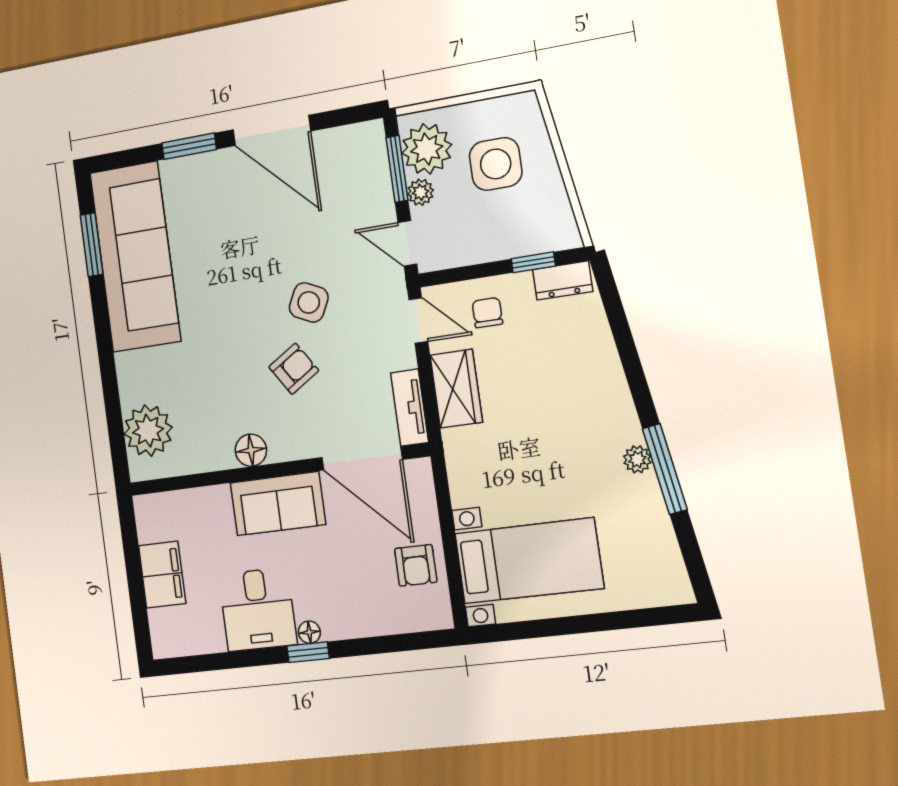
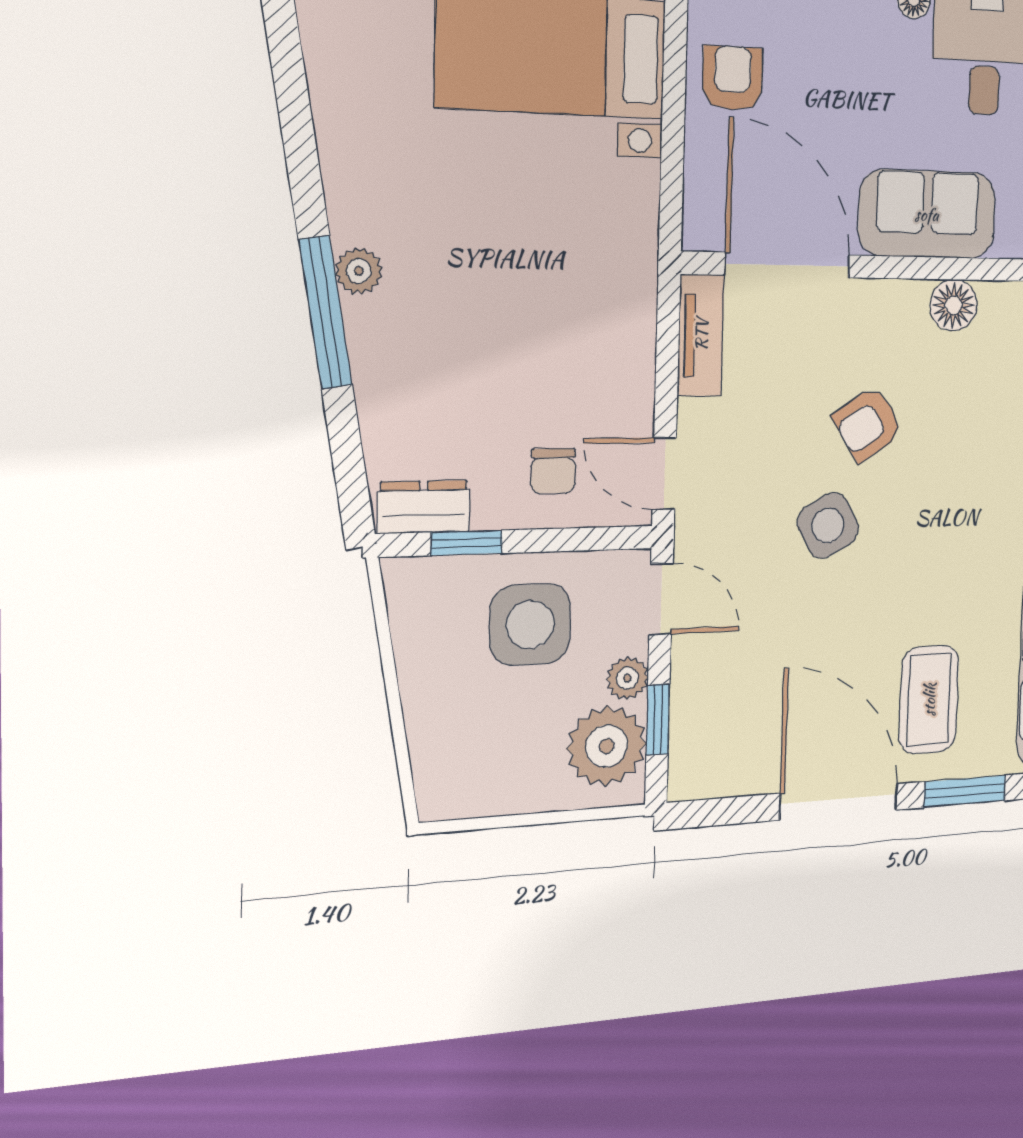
side table: (496, 164) -> (530, 625), moved
window: (397, 169) -> (658, 720), width x0.67
coffee table: (223, 202) -> (929, 700), added
side table: (309, 302) -> (828, 525), turned 35
wardrobe: (456, 389) -> (623, 355), removed
plant: (637, 459) -> (359, 271), moved
window: (665, 469) -> (326, 313), moved

